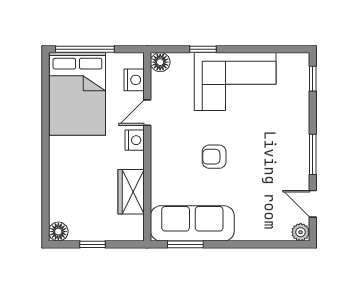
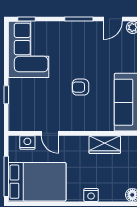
floor lamp: (160, 62) -> (15, 124), removed
corner sofa: (235, 82) -> (29, 49), moved
nightstand: (135, 140) -> (91, 195), moved, turned 180
armchair: (214, 157) -> (80, 87), turned 90

